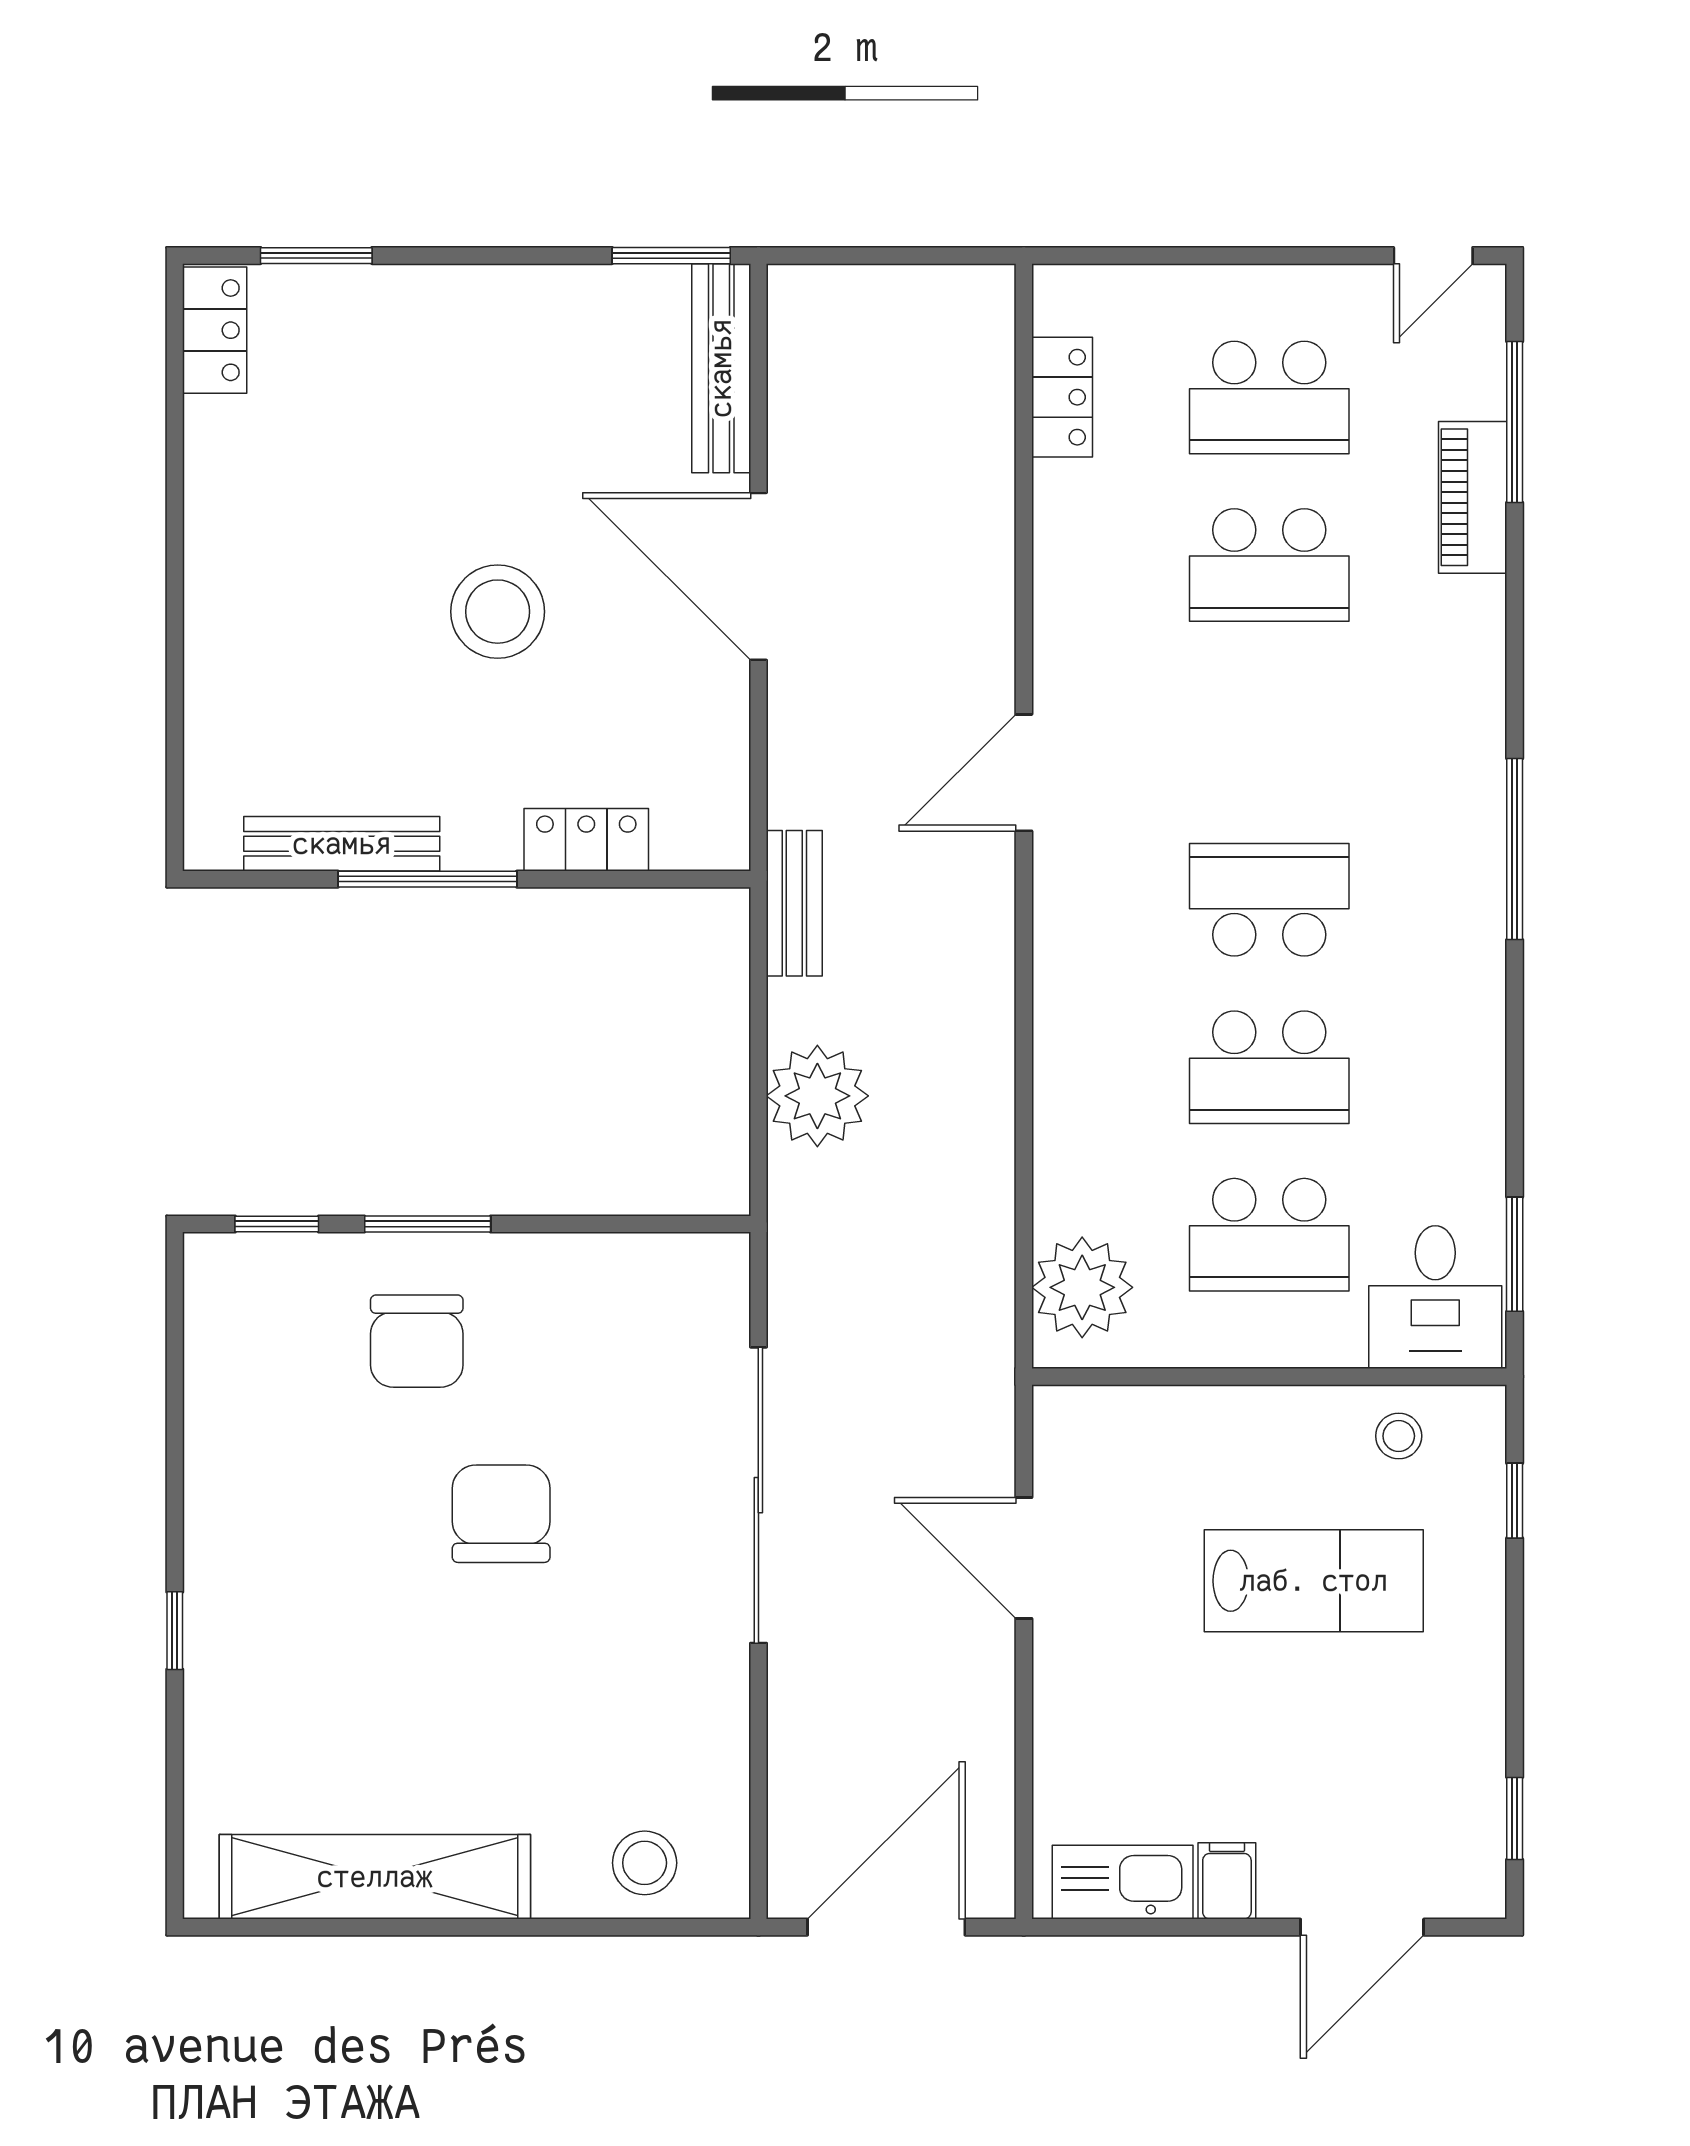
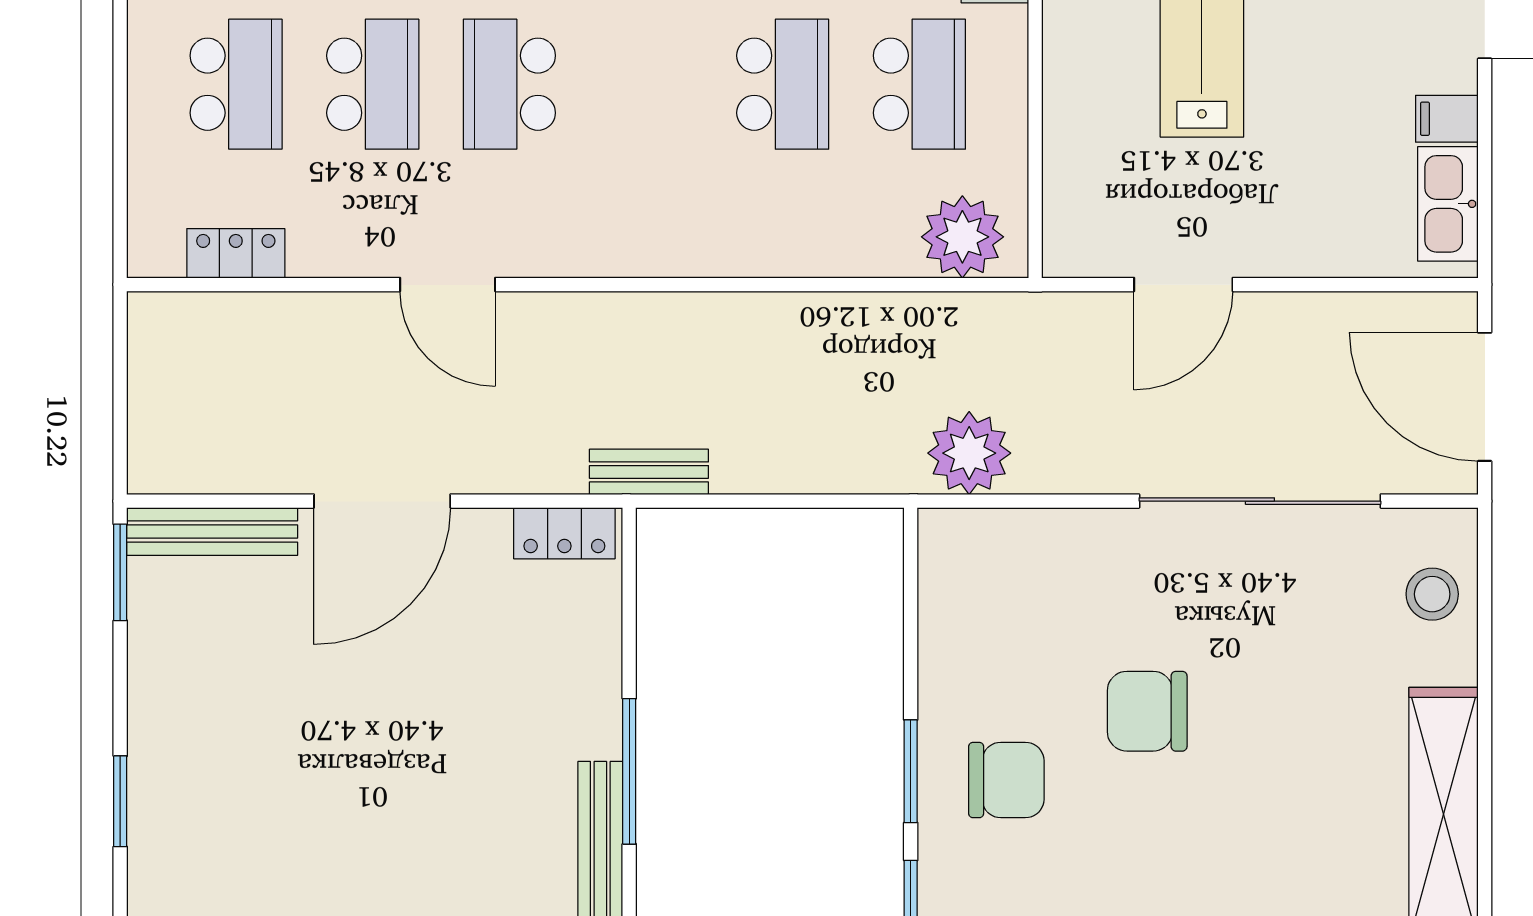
window: (316, 256) -> (120, 801), moved
stool: (498, 612) -> (411, 714), removed
door: (1024, 773) -> (448, 285), moved
locker: (586, 840) -> (564, 533), moved, turned -90
school desk: (1269, 900) -> (509, 84), moved
plant: (817, 1096) -> (969, 453), moved
sliding door: (758, 1495) -> (1260, 501), moved

